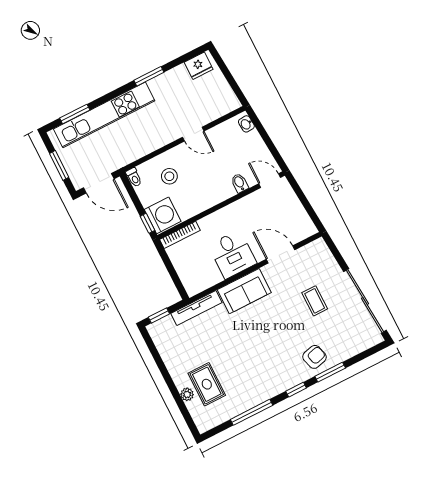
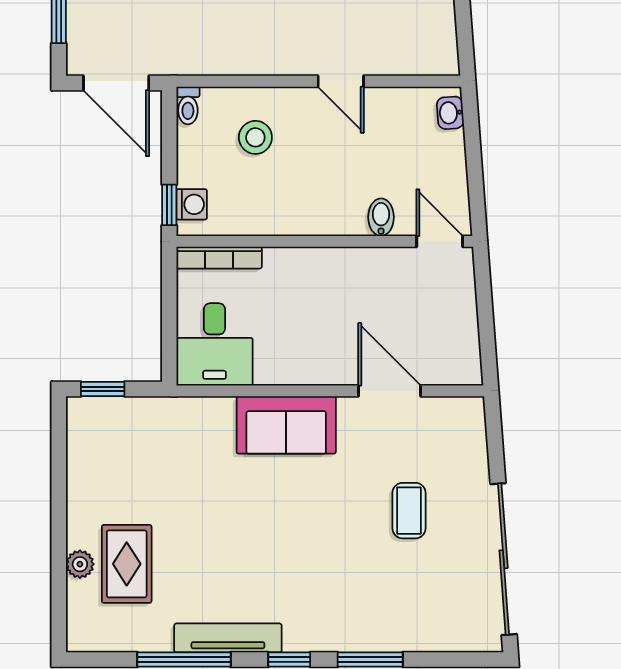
washing machine: (163, 215) -> (192, 204), width x0.53, depth x0.53
desk: (232, 254) -> (214, 344), moved
tv unit: (196, 308) -> (228, 638), moved, turned 180
armchair: (315, 357) -> (355, 616), removed

